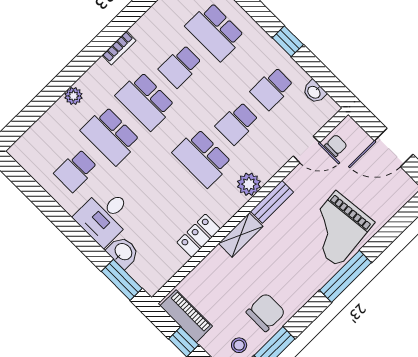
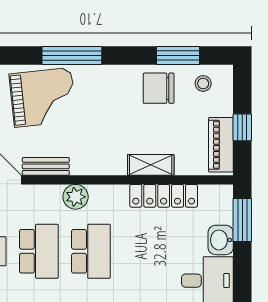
school desk: (237, 123) -> (39, 251), width x1.85
bench: (272, 202) -> (46, 166), moved
shelving: (241, 235) -> (151, 165), moved
locker: (199, 236) -> (164, 196), width x1.53

